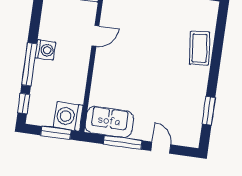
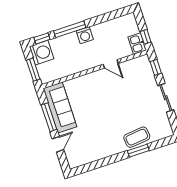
window: (209, 111) -> (138, 151), moved
washing machine: (68, 116) -> (42, 53), moved, turned 90
sofa: (109, 122) -> (60, 107), width x1.36

